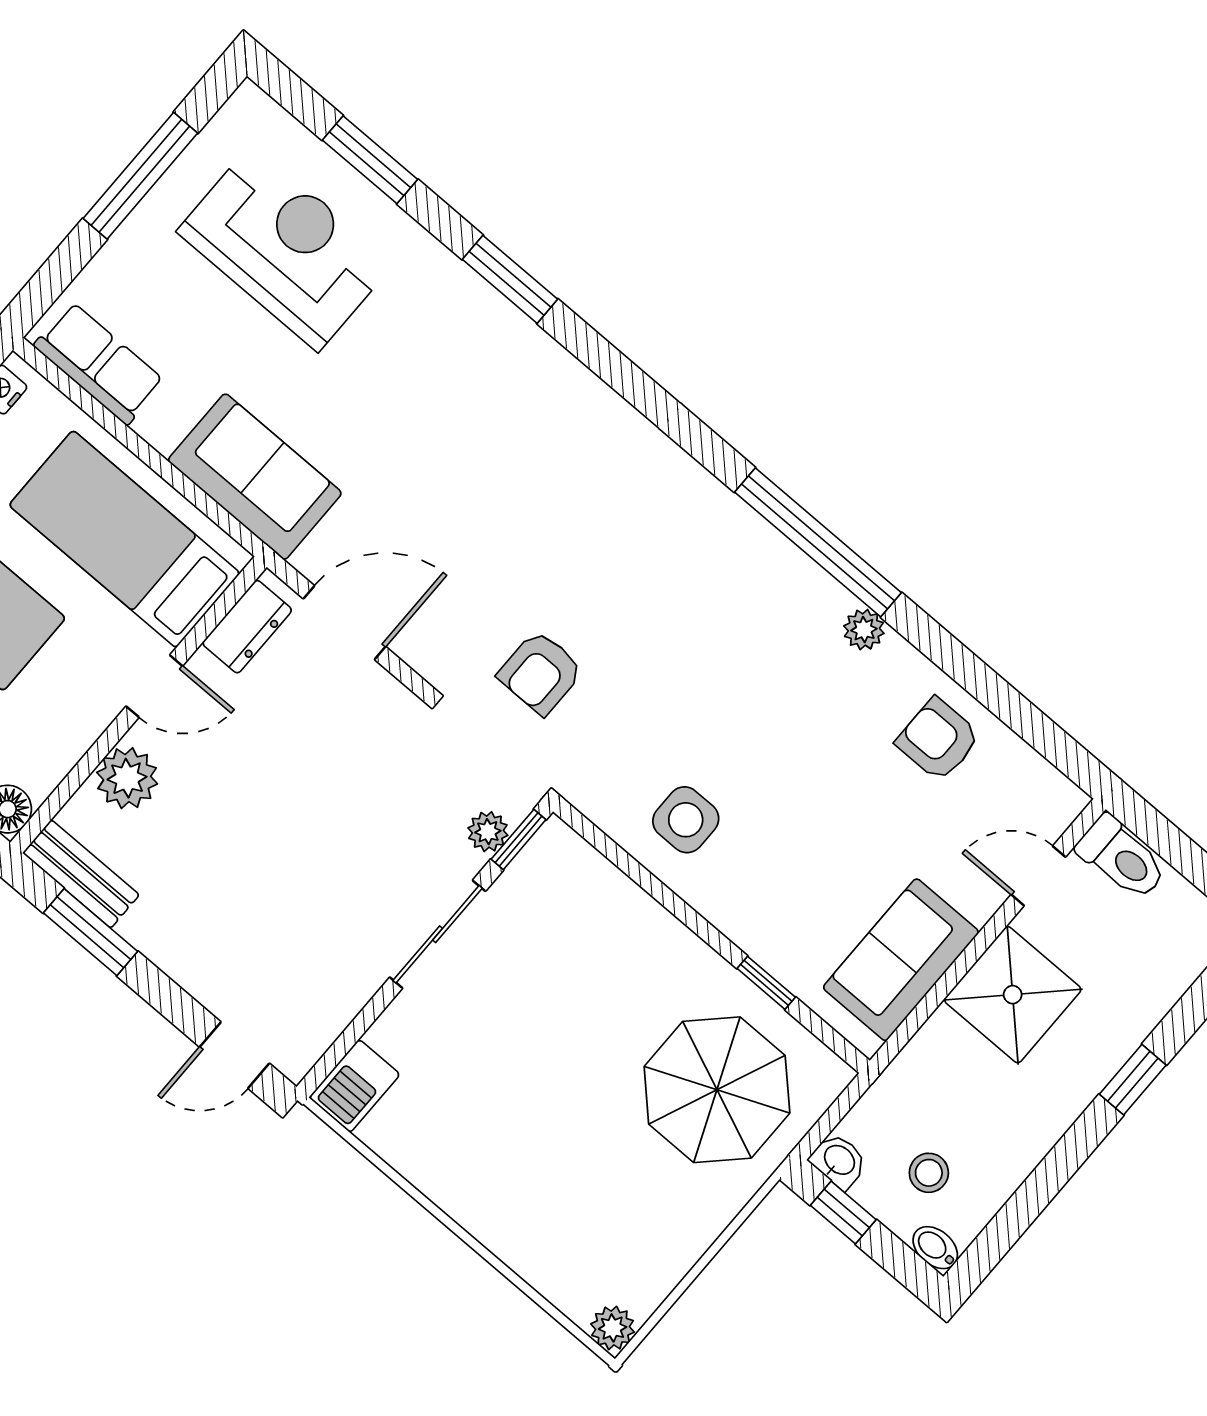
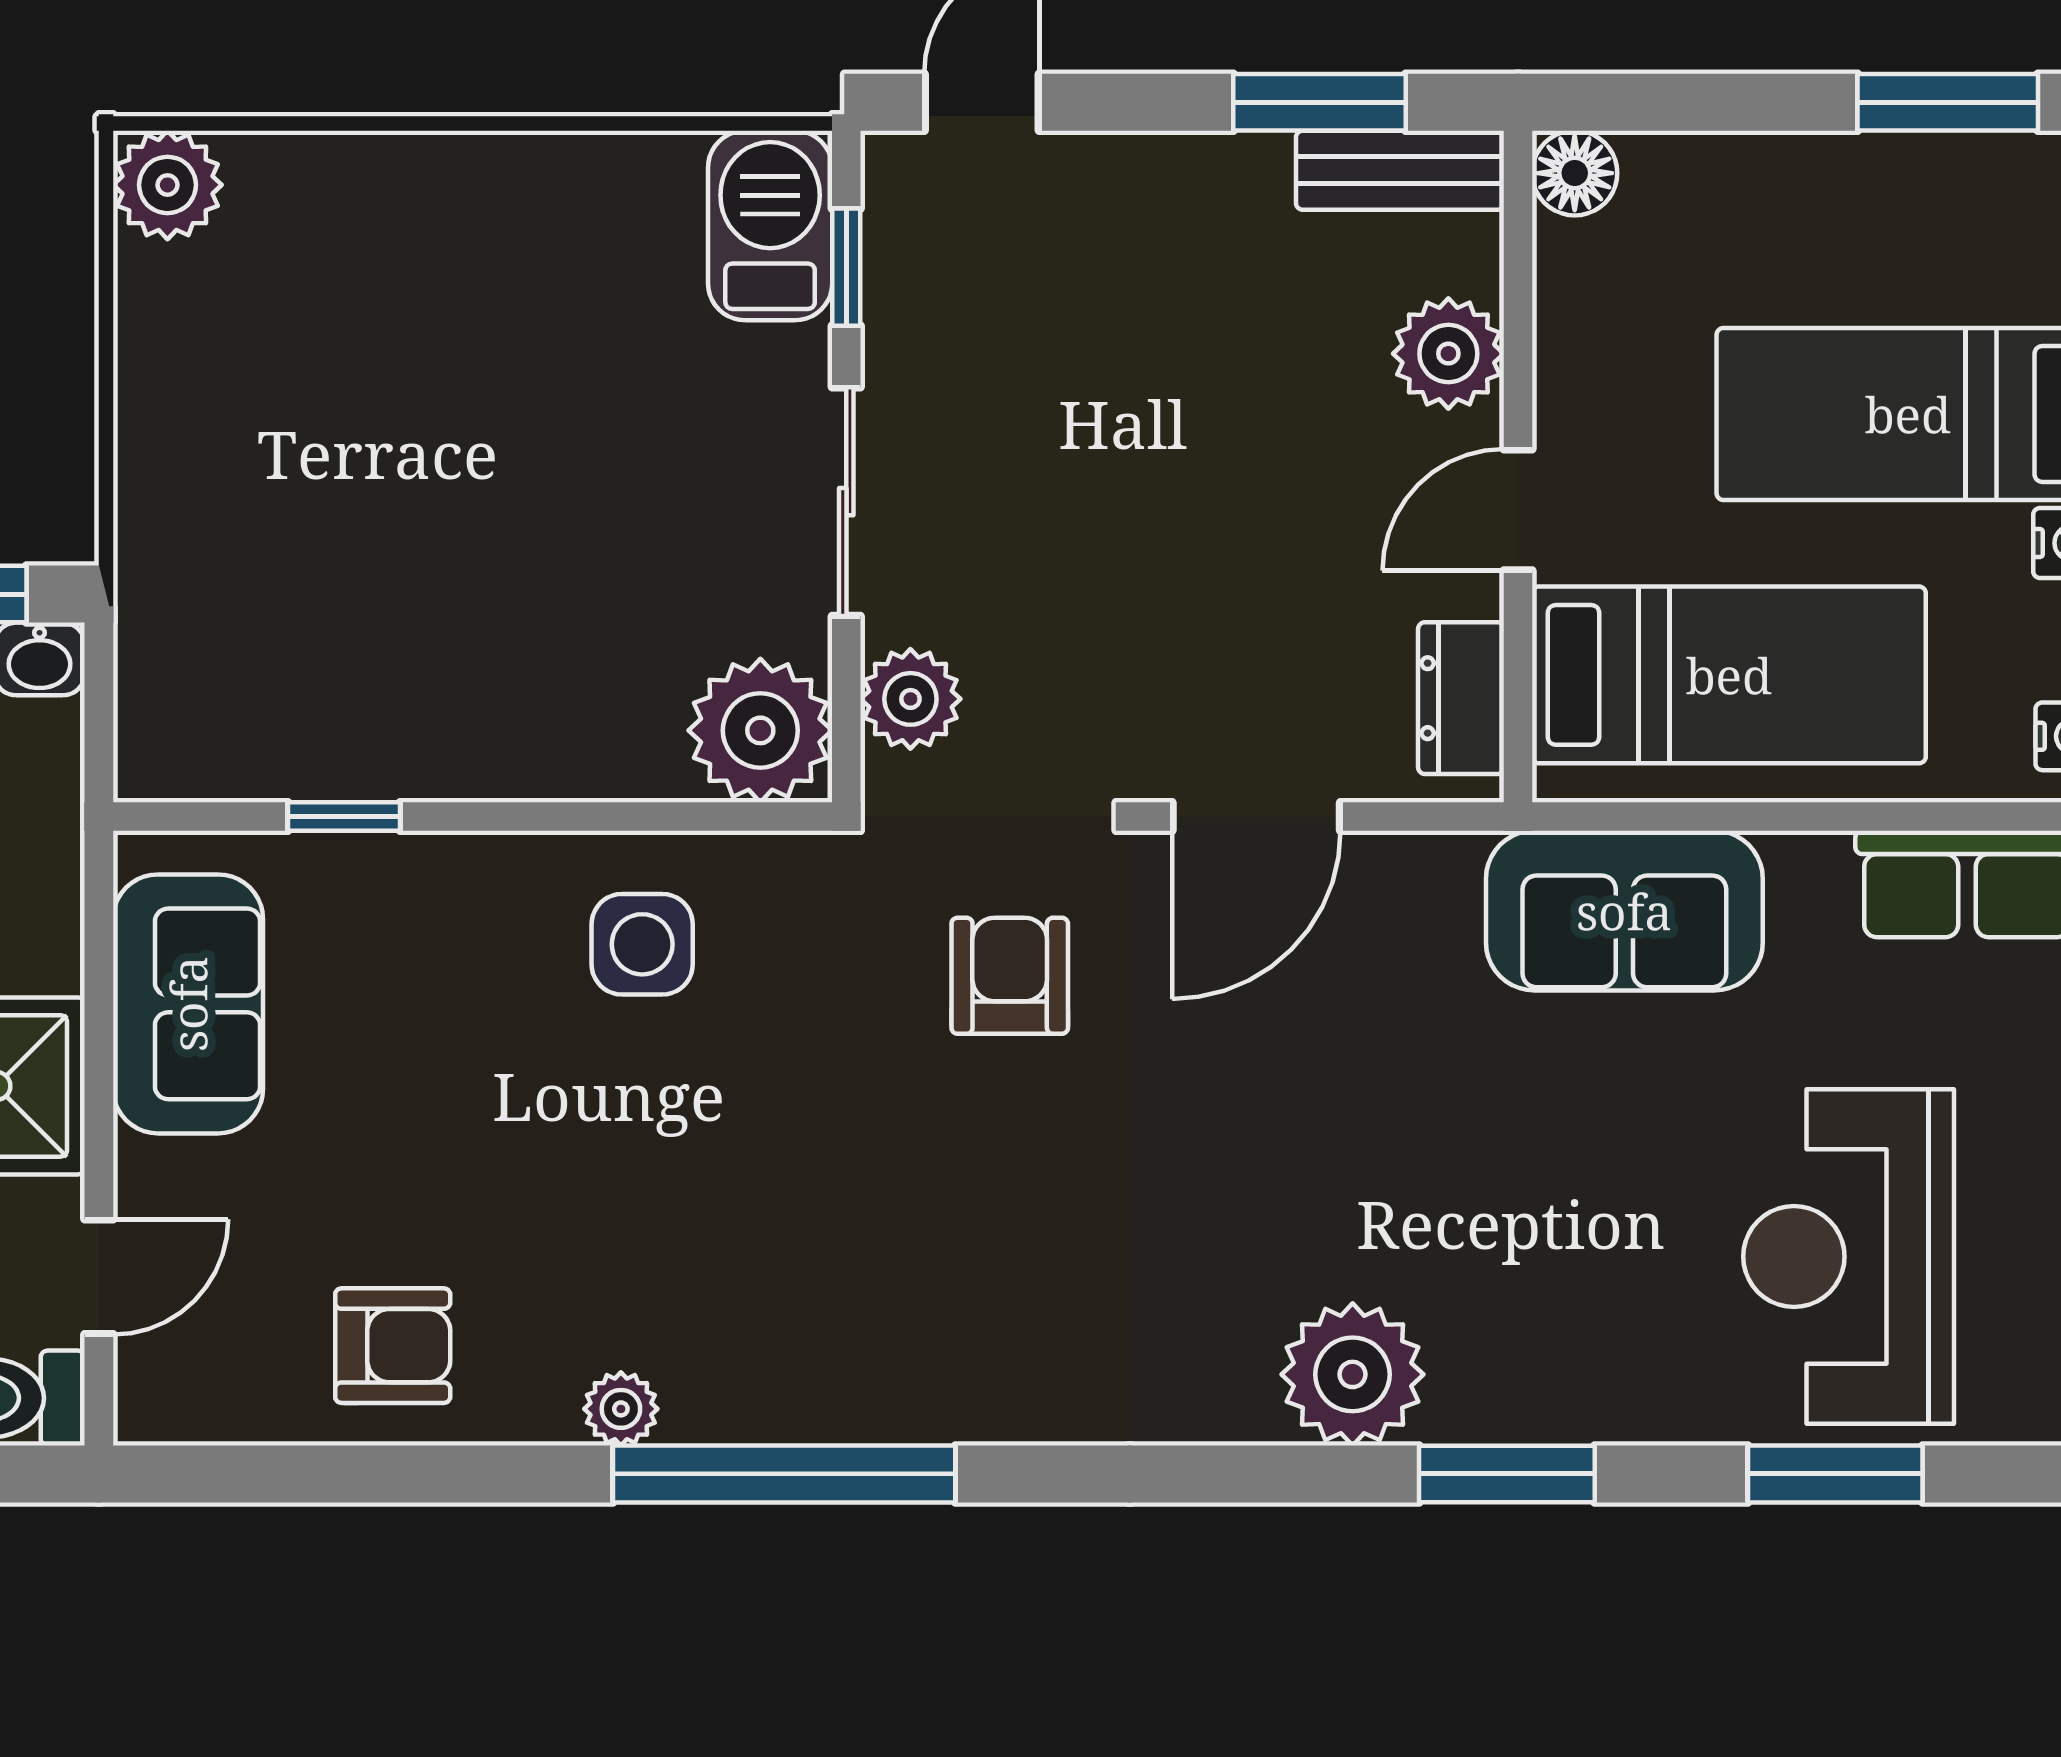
reception desk: (285, 248) -> (1849, 1257), turned 90
plant: (540, 378) -> (1353, 1374), added
door: (344, 623) -> (1256, 816), moved
plant: (488, 832) -> (910, 699), width x1.38, depth x1.38
window: (519, 839) -> (846, 267), moved
plant: (558, 868) -> (760, 730), added
barbecue: (355, 1086) -> (770, 225), width x1.38, depth x1.27
parasol: (717, 1090) -> (287, 614), removed
plant: (613, 1328) -> (167, 185), width x1.38, depth x1.38

